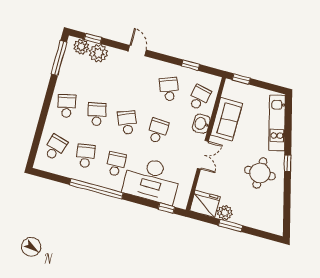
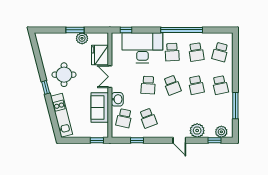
plant: (98, 53) -> (197, 131), moved
window: (59, 58) -> (235, 106), moved
fridge: (205, 204) -> (100, 55), moved, turned 90

